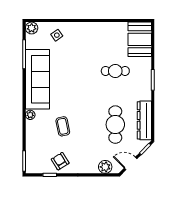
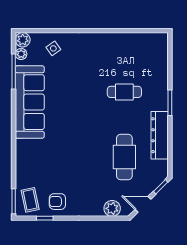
booth: (140, 39) -> (154, 53), removed
plant: (30, 115) -> (21, 54), moved
dresser: (144, 120) -> (160, 135), moved
coffee table: (63, 126) -> (30, 200), moved
armchair: (60, 161) -> (57, 202), turned -58

